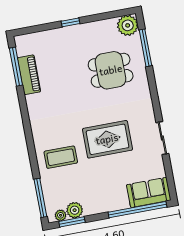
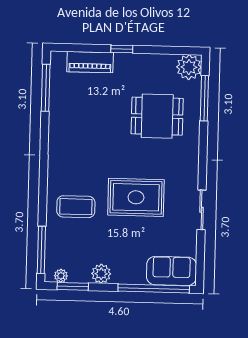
piano: (29, 75) -> (90, 62), moved, turned 90
plant: (75, 210) -> (101, 274), moved

